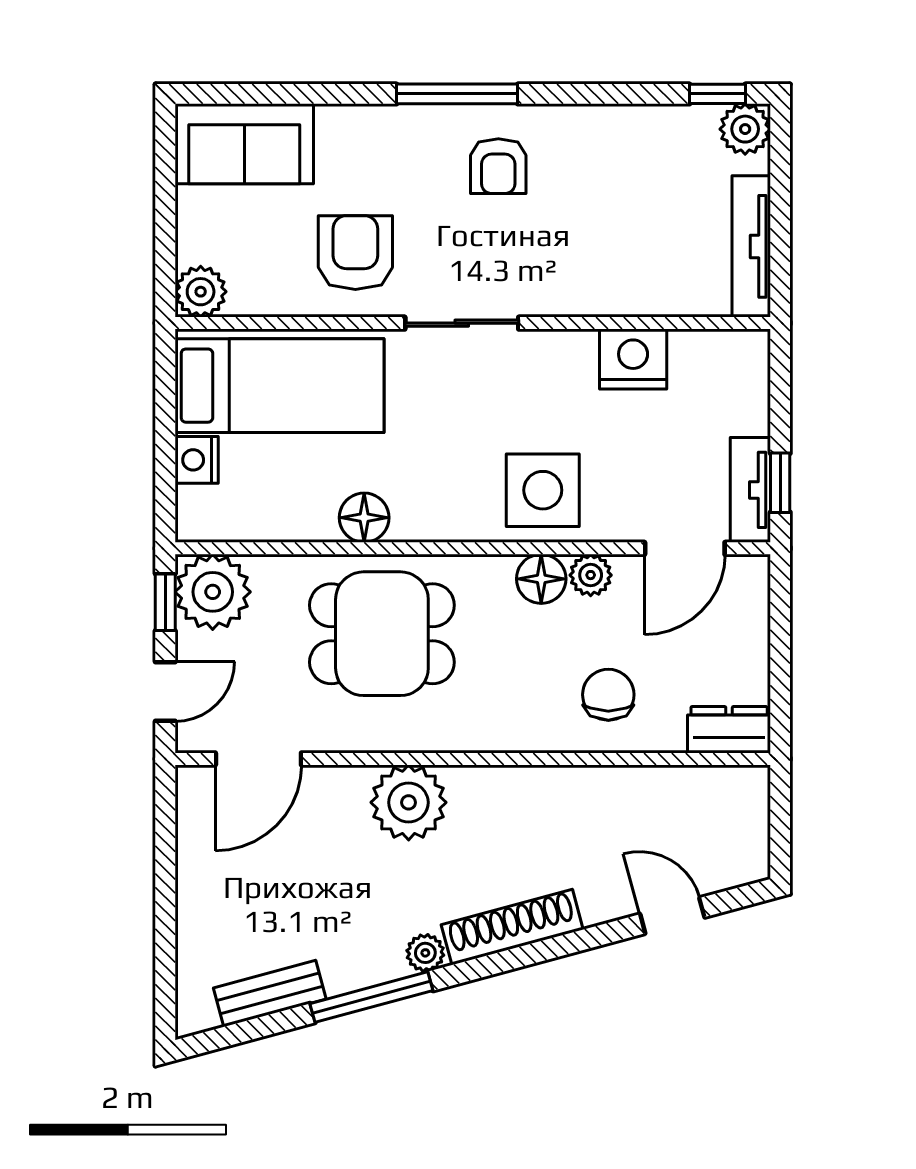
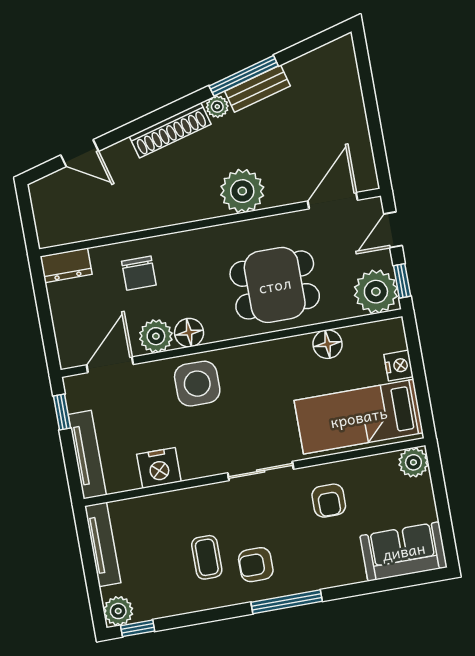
armchair: (498, 166) -> (256, 565), turned -90
coffee table: (579, 193) -> (207, 557), added
armchair: (355, 253) -> (329, 501), width x0.72, depth x0.72
tv unit: (750, 490) -> (87, 455), moved, width x1.41
floor lamp: (364, 518) -> (328, 344), moved
plant: (591, 575) -> (156, 336), width x1.38, depth x1.38
bench: (270, 994) -> (257, 89), moved

